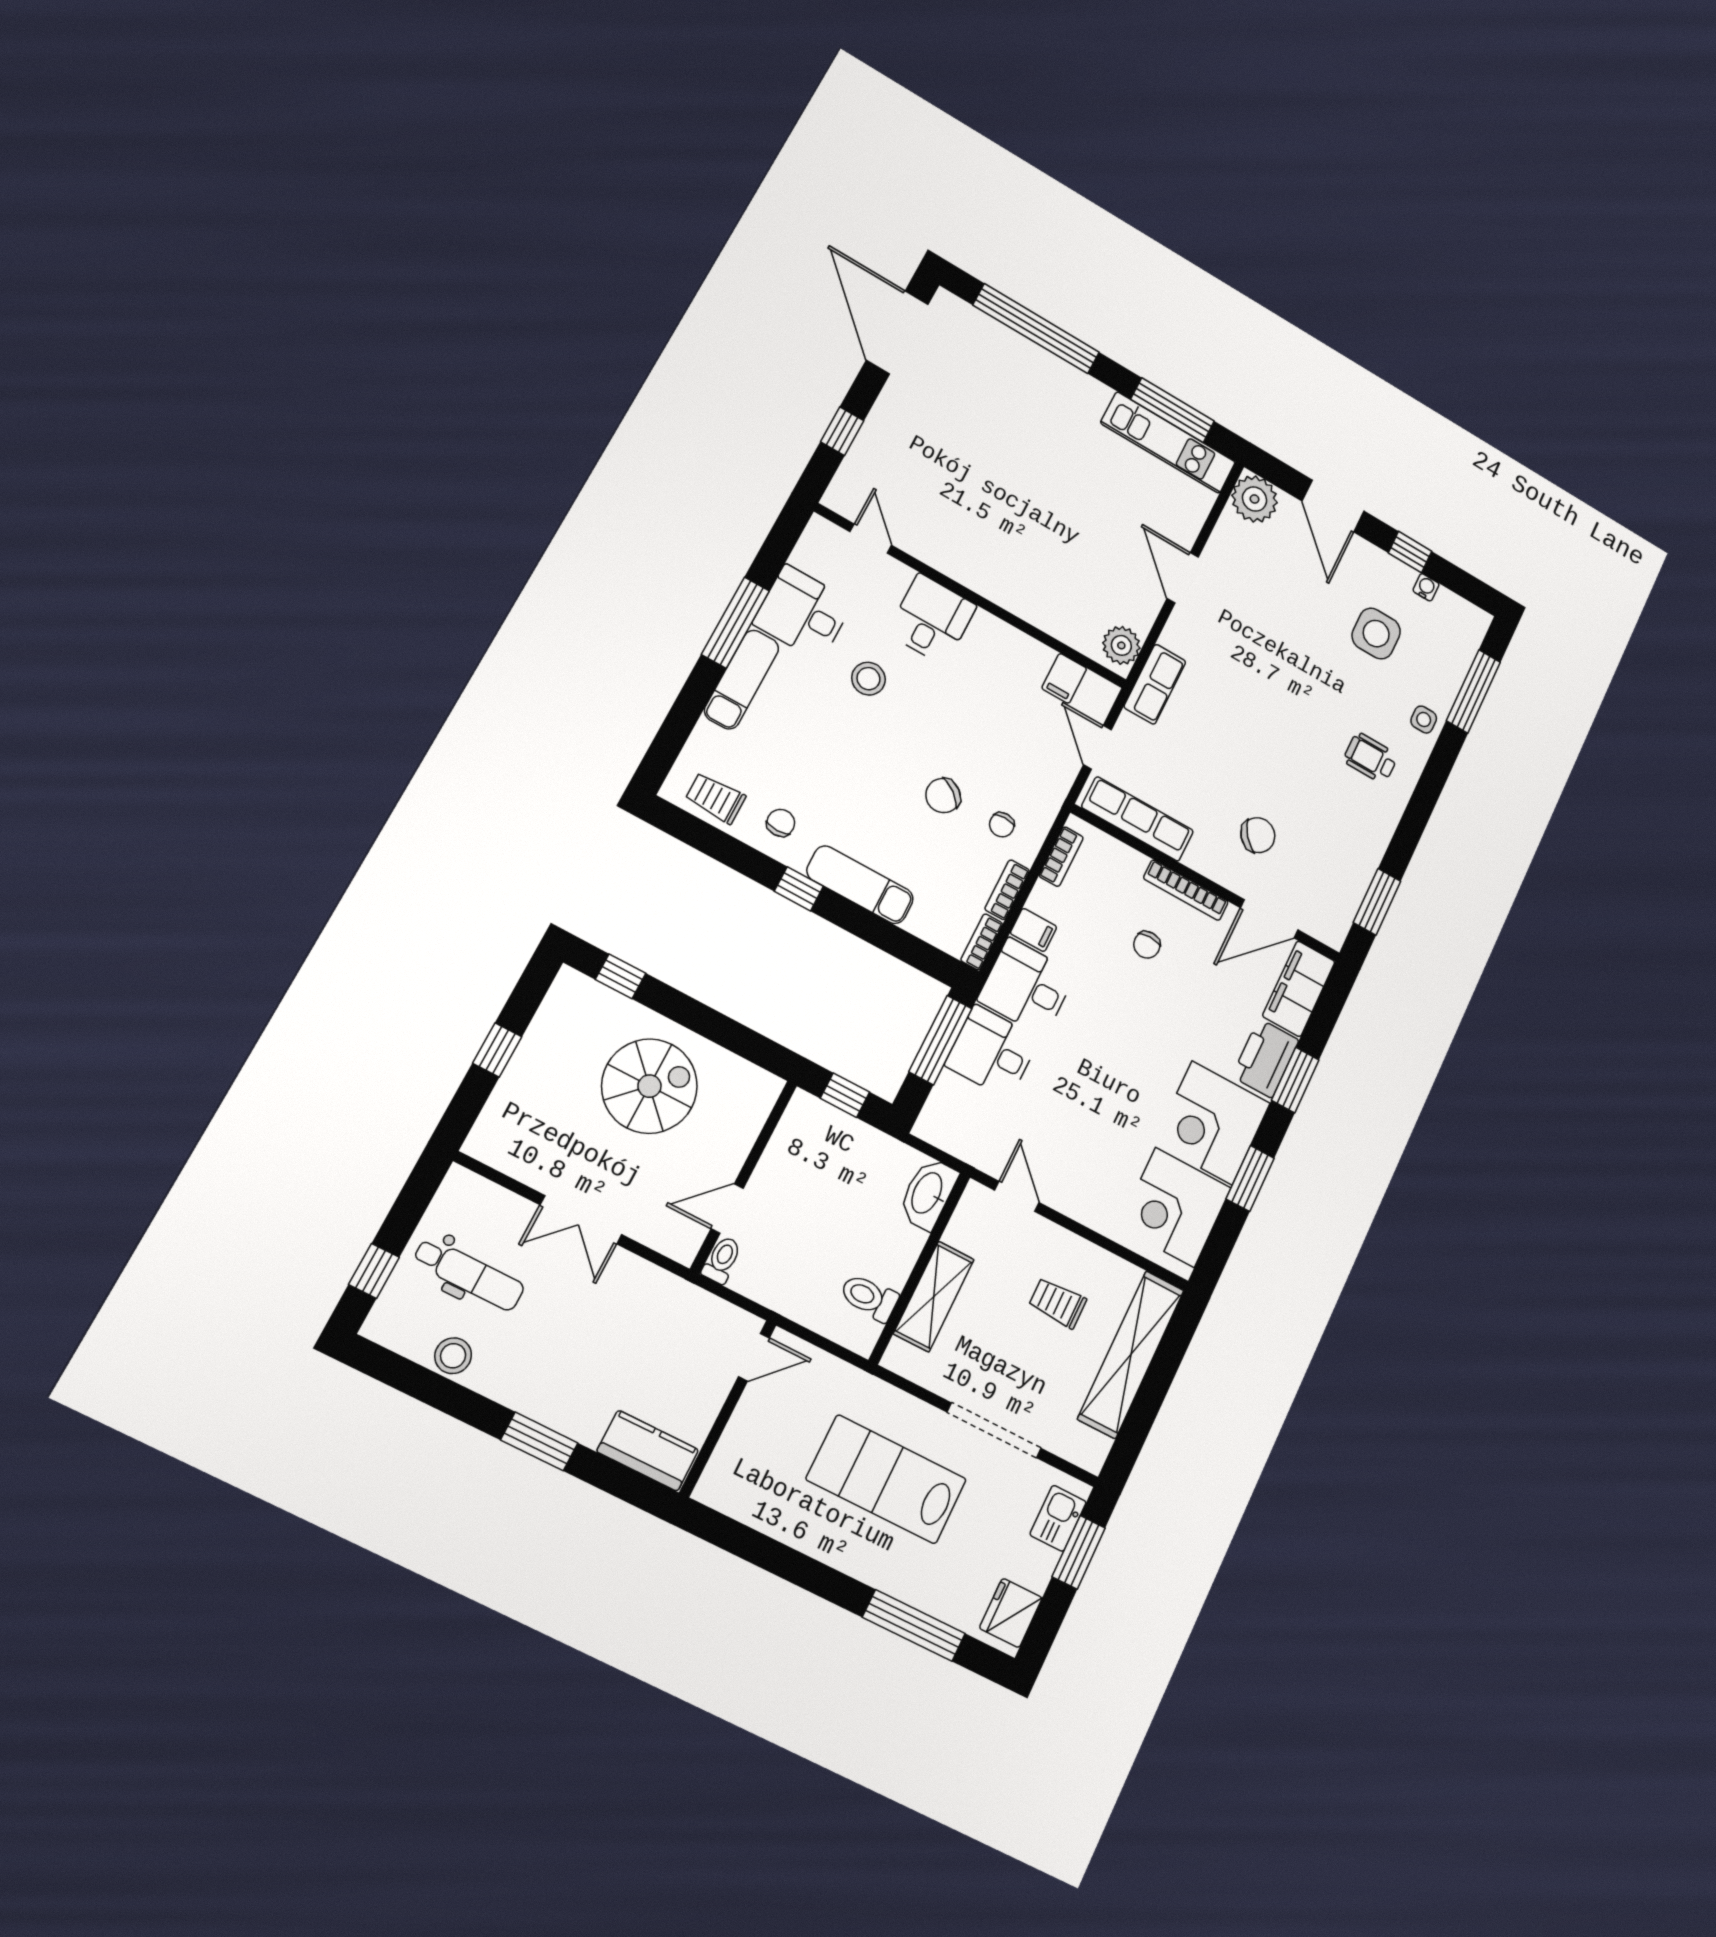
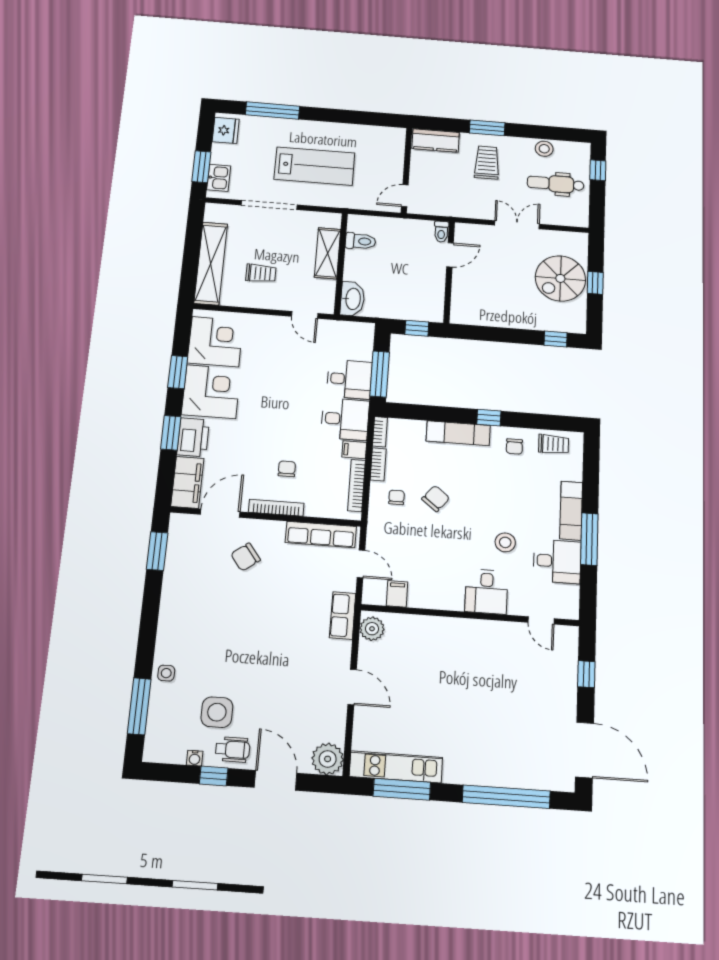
wheelchair: (1371, 758) -> (233, 749), moved
bookcase: (1061, 857) -> (356, 486), width x1.56
spiral stairs: (649, 1086) -> (560, 278), moved
trolley: (575, 1368) -> (487, 162), added

